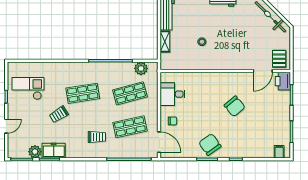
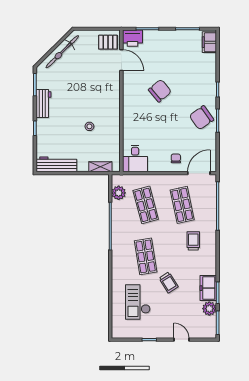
shelving: (165, 42) -> (100, 167), moved
checkout: (28, 88) -> (138, 302), moved
desk: (173, 94) -> (135, 158), moved
filing cabinet: (279, 152) -> (209, 42), width x2.00

